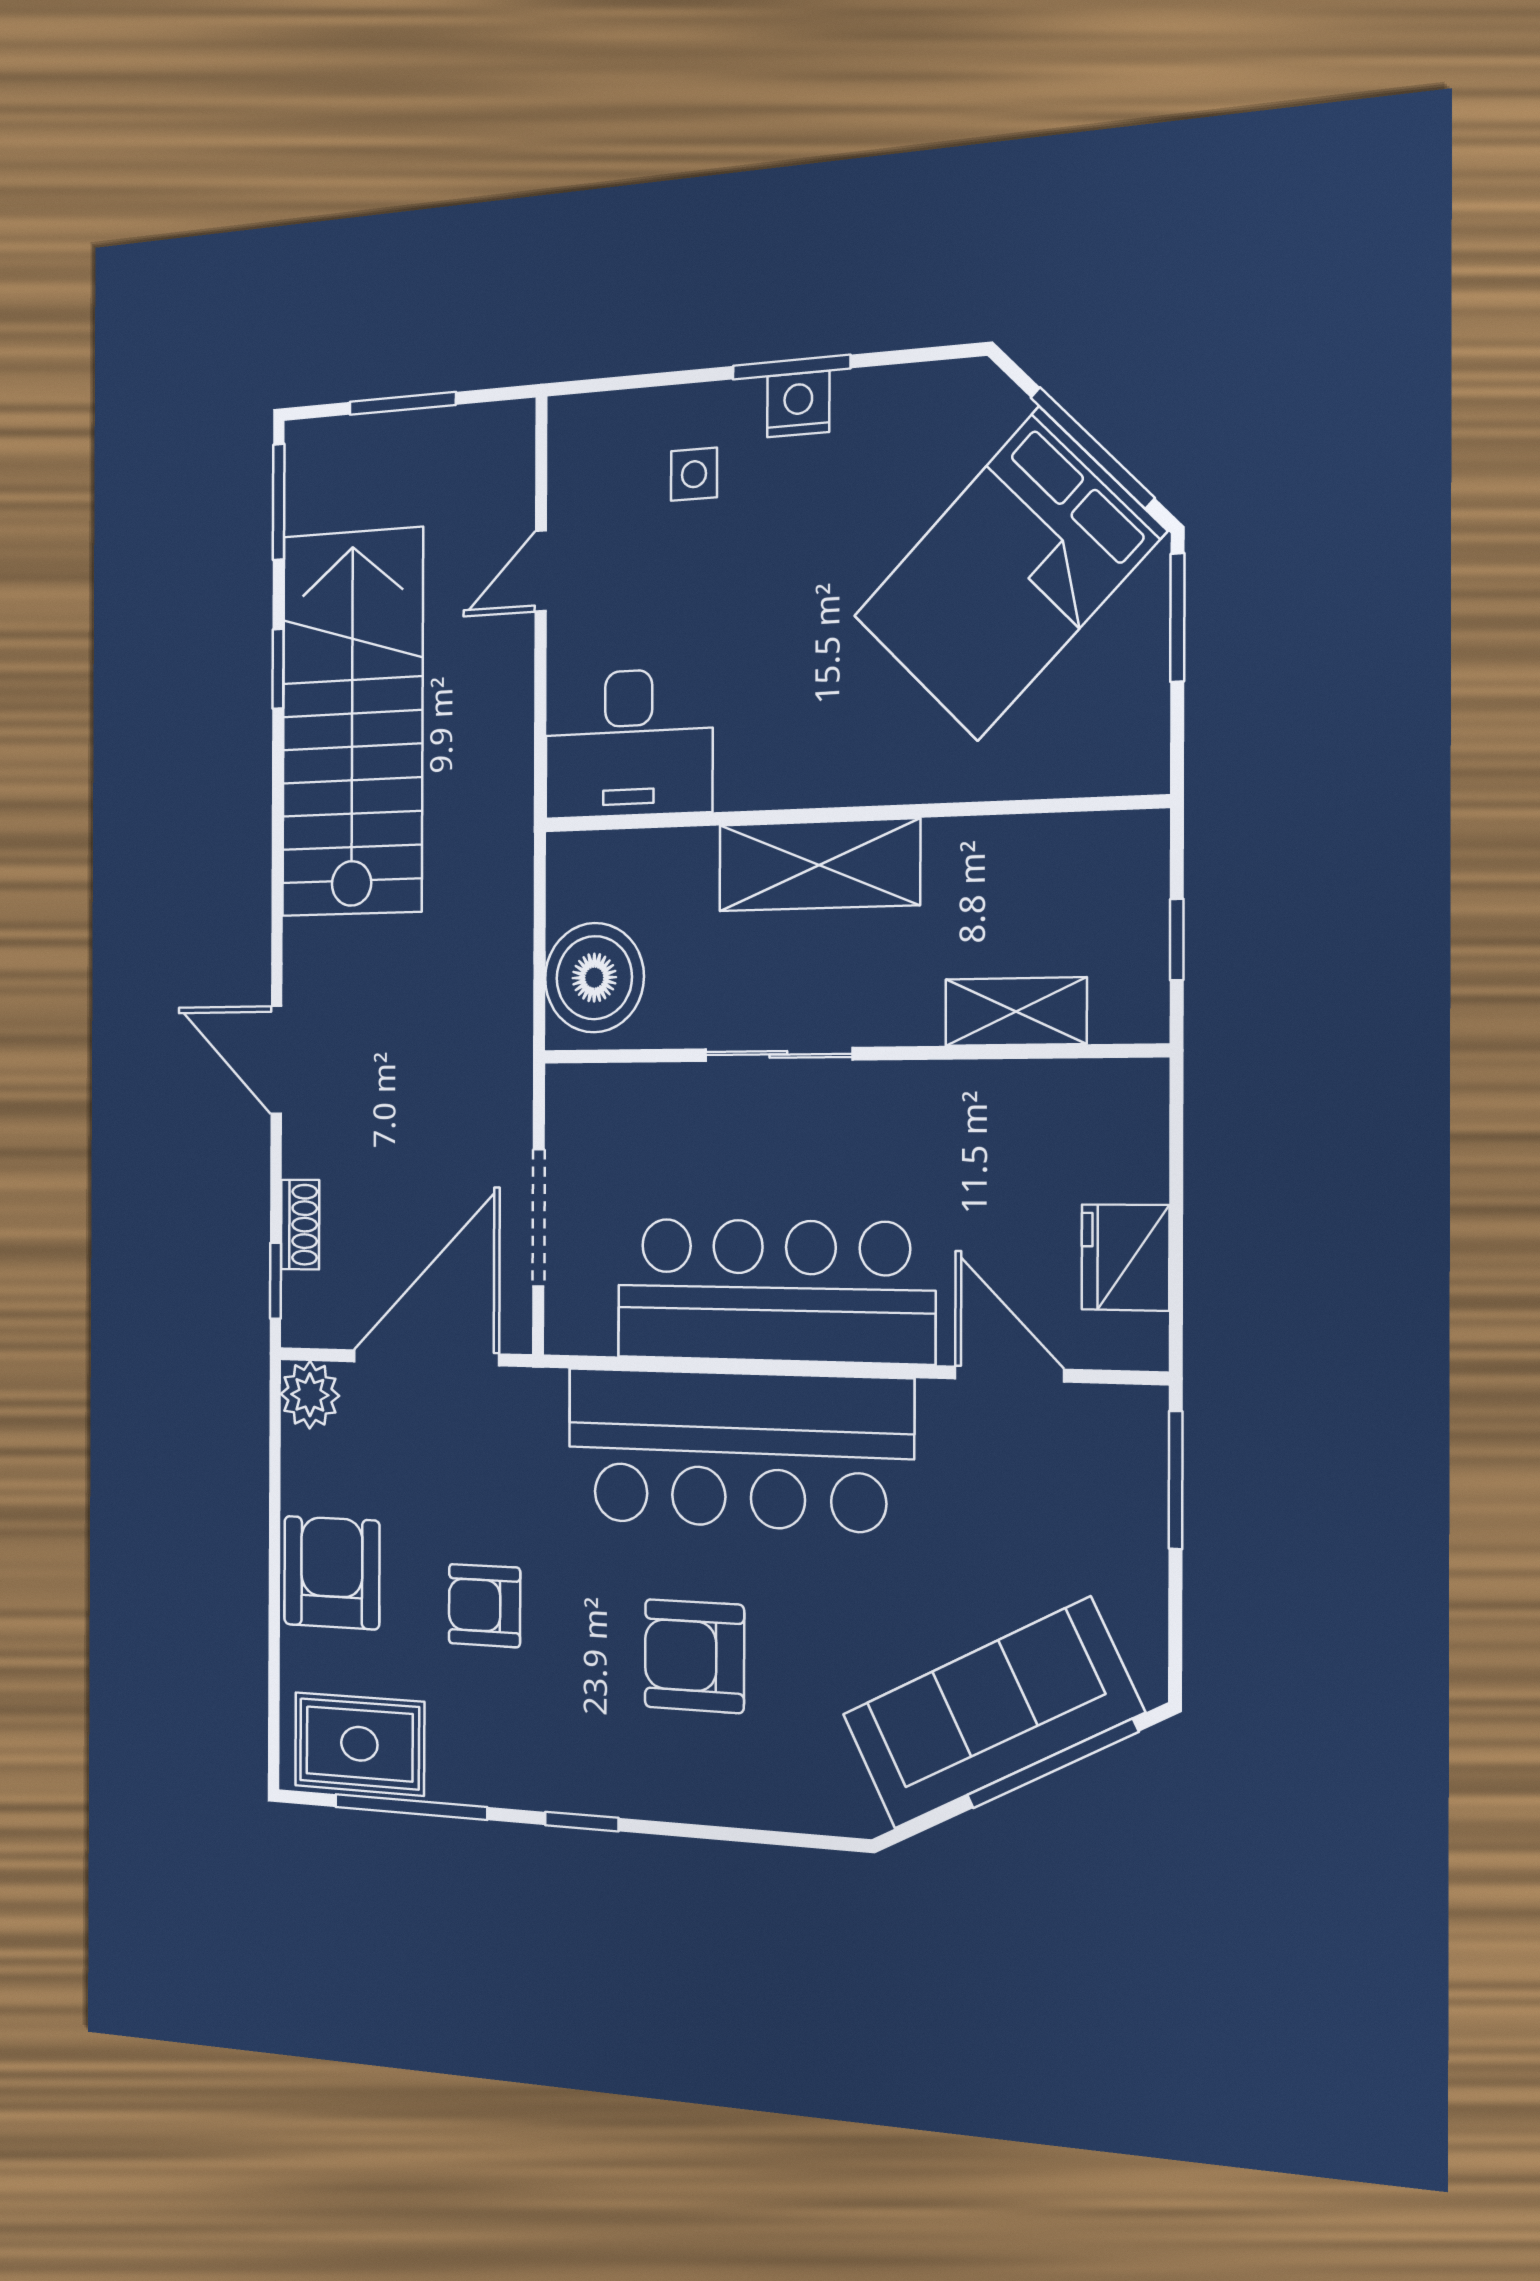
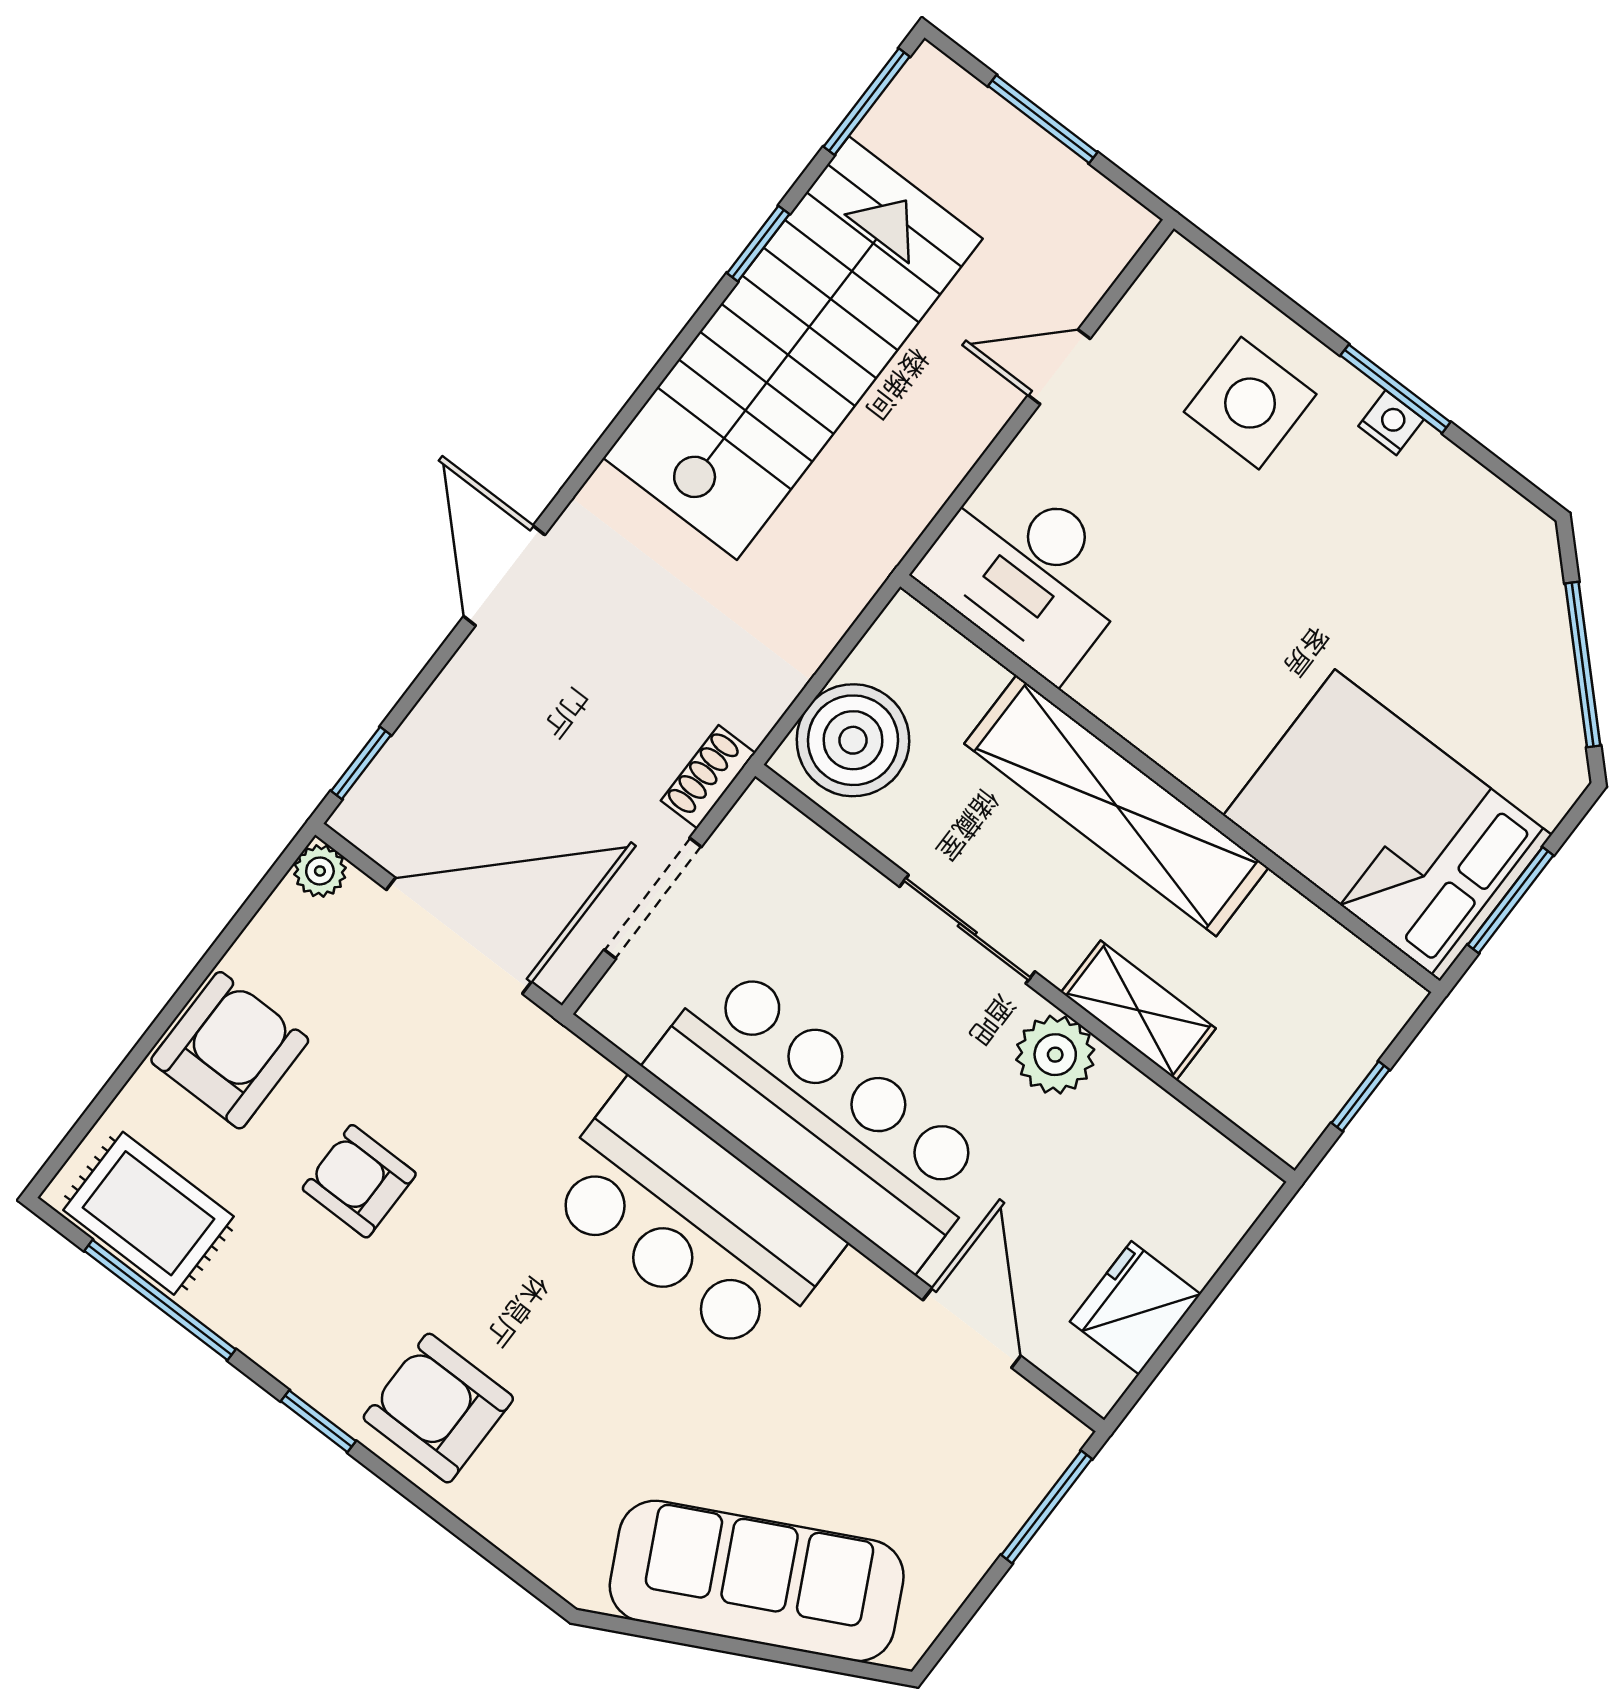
nightstand: (798, 404) -> (1391, 423), width x0.72, depth x0.74
side table: (694, 474) -> (1250, 403), width x1.87, depth x1.87
bed: (1008, 574) -> (1387, 825), moved, turned 45
window: (1177, 617) -> (1511, 900), moved
shelving: (819, 865) -> (1116, 806), width x1.47
shelving: (1016, 1012) -> (1138, 1010), moved
plant: (914, 1100) -> (1055, 1055), added
shoe rack: (300, 1225) -> (708, 777), moved, turned 180
plant: (310, 1395) -> (320, 871), width x0.73, depth x0.73
bar counter: (738, 1450) -> (692, 1220), width x0.73
armchair: (694, 1656) -> (438, 1408), moved
window: (1052, 1764) -> (779, 1654), removed

